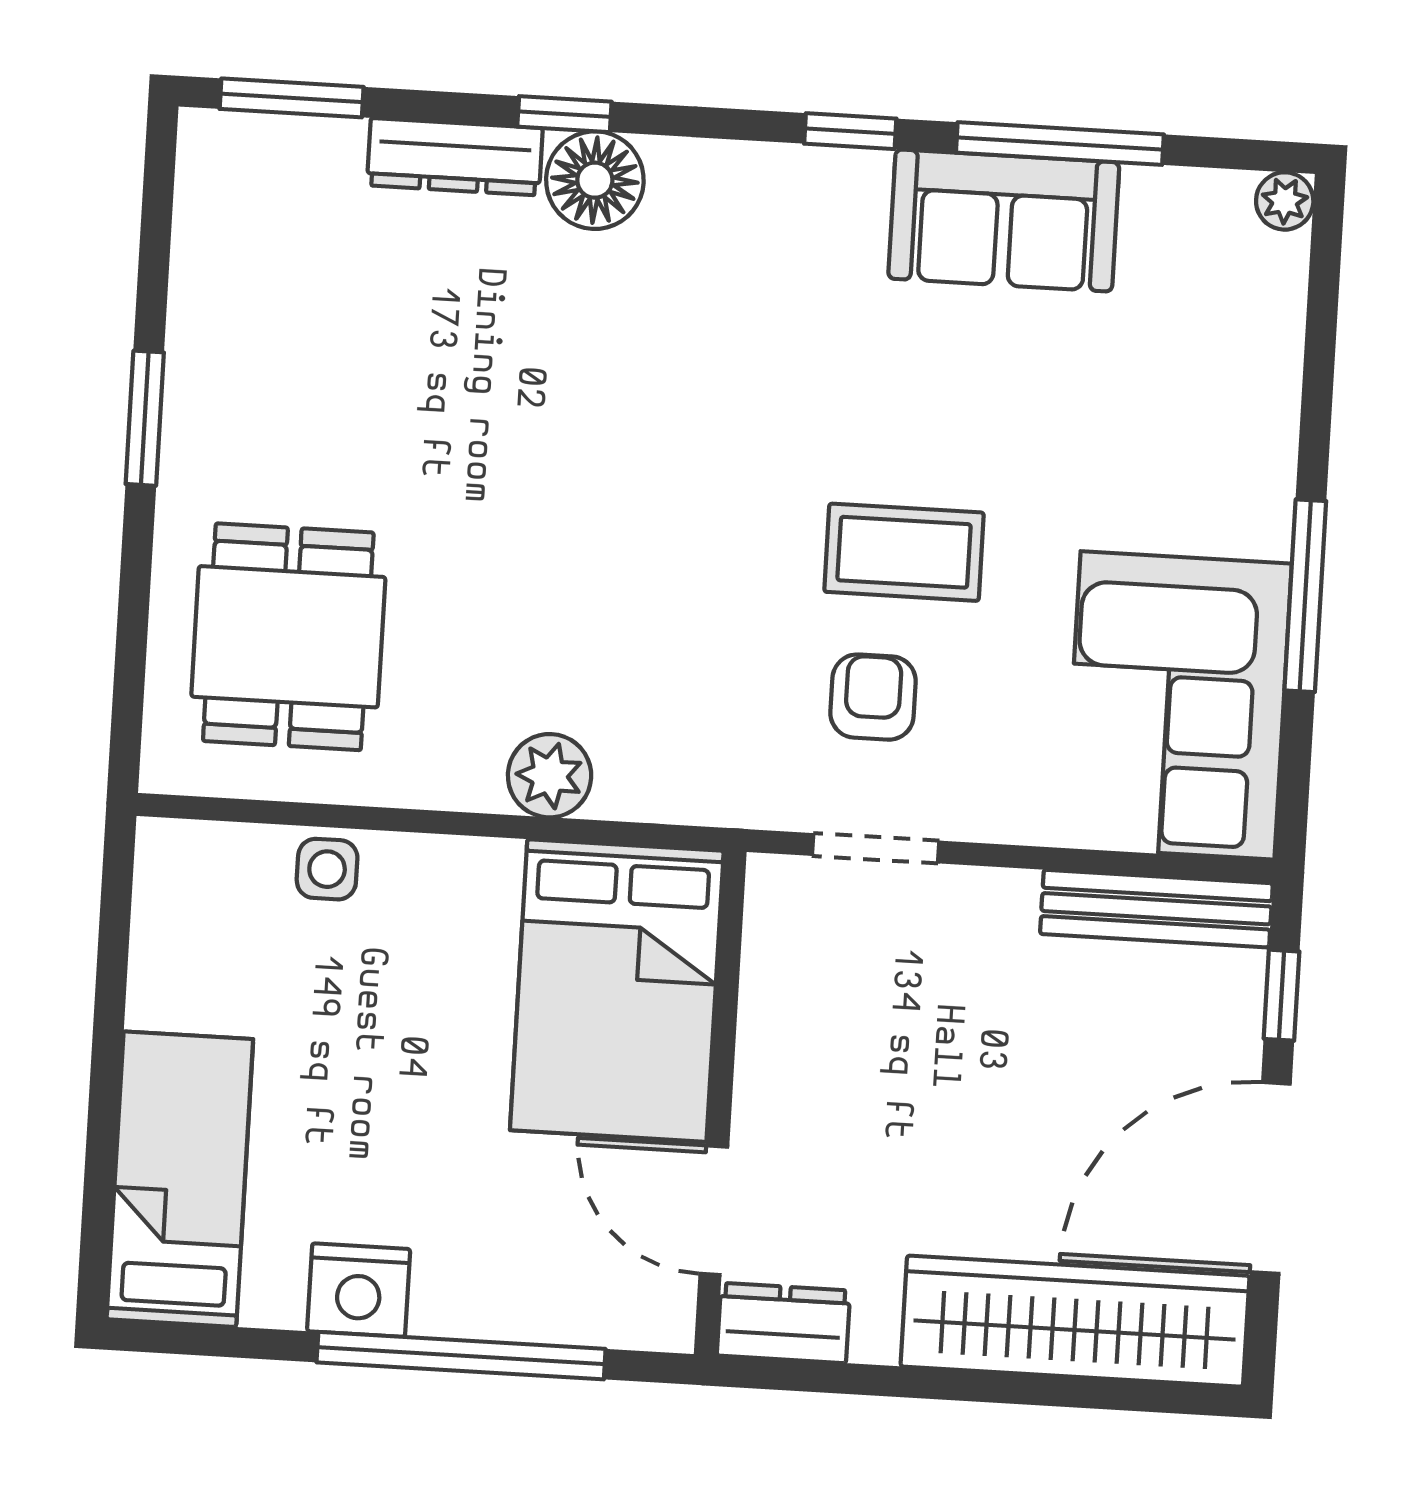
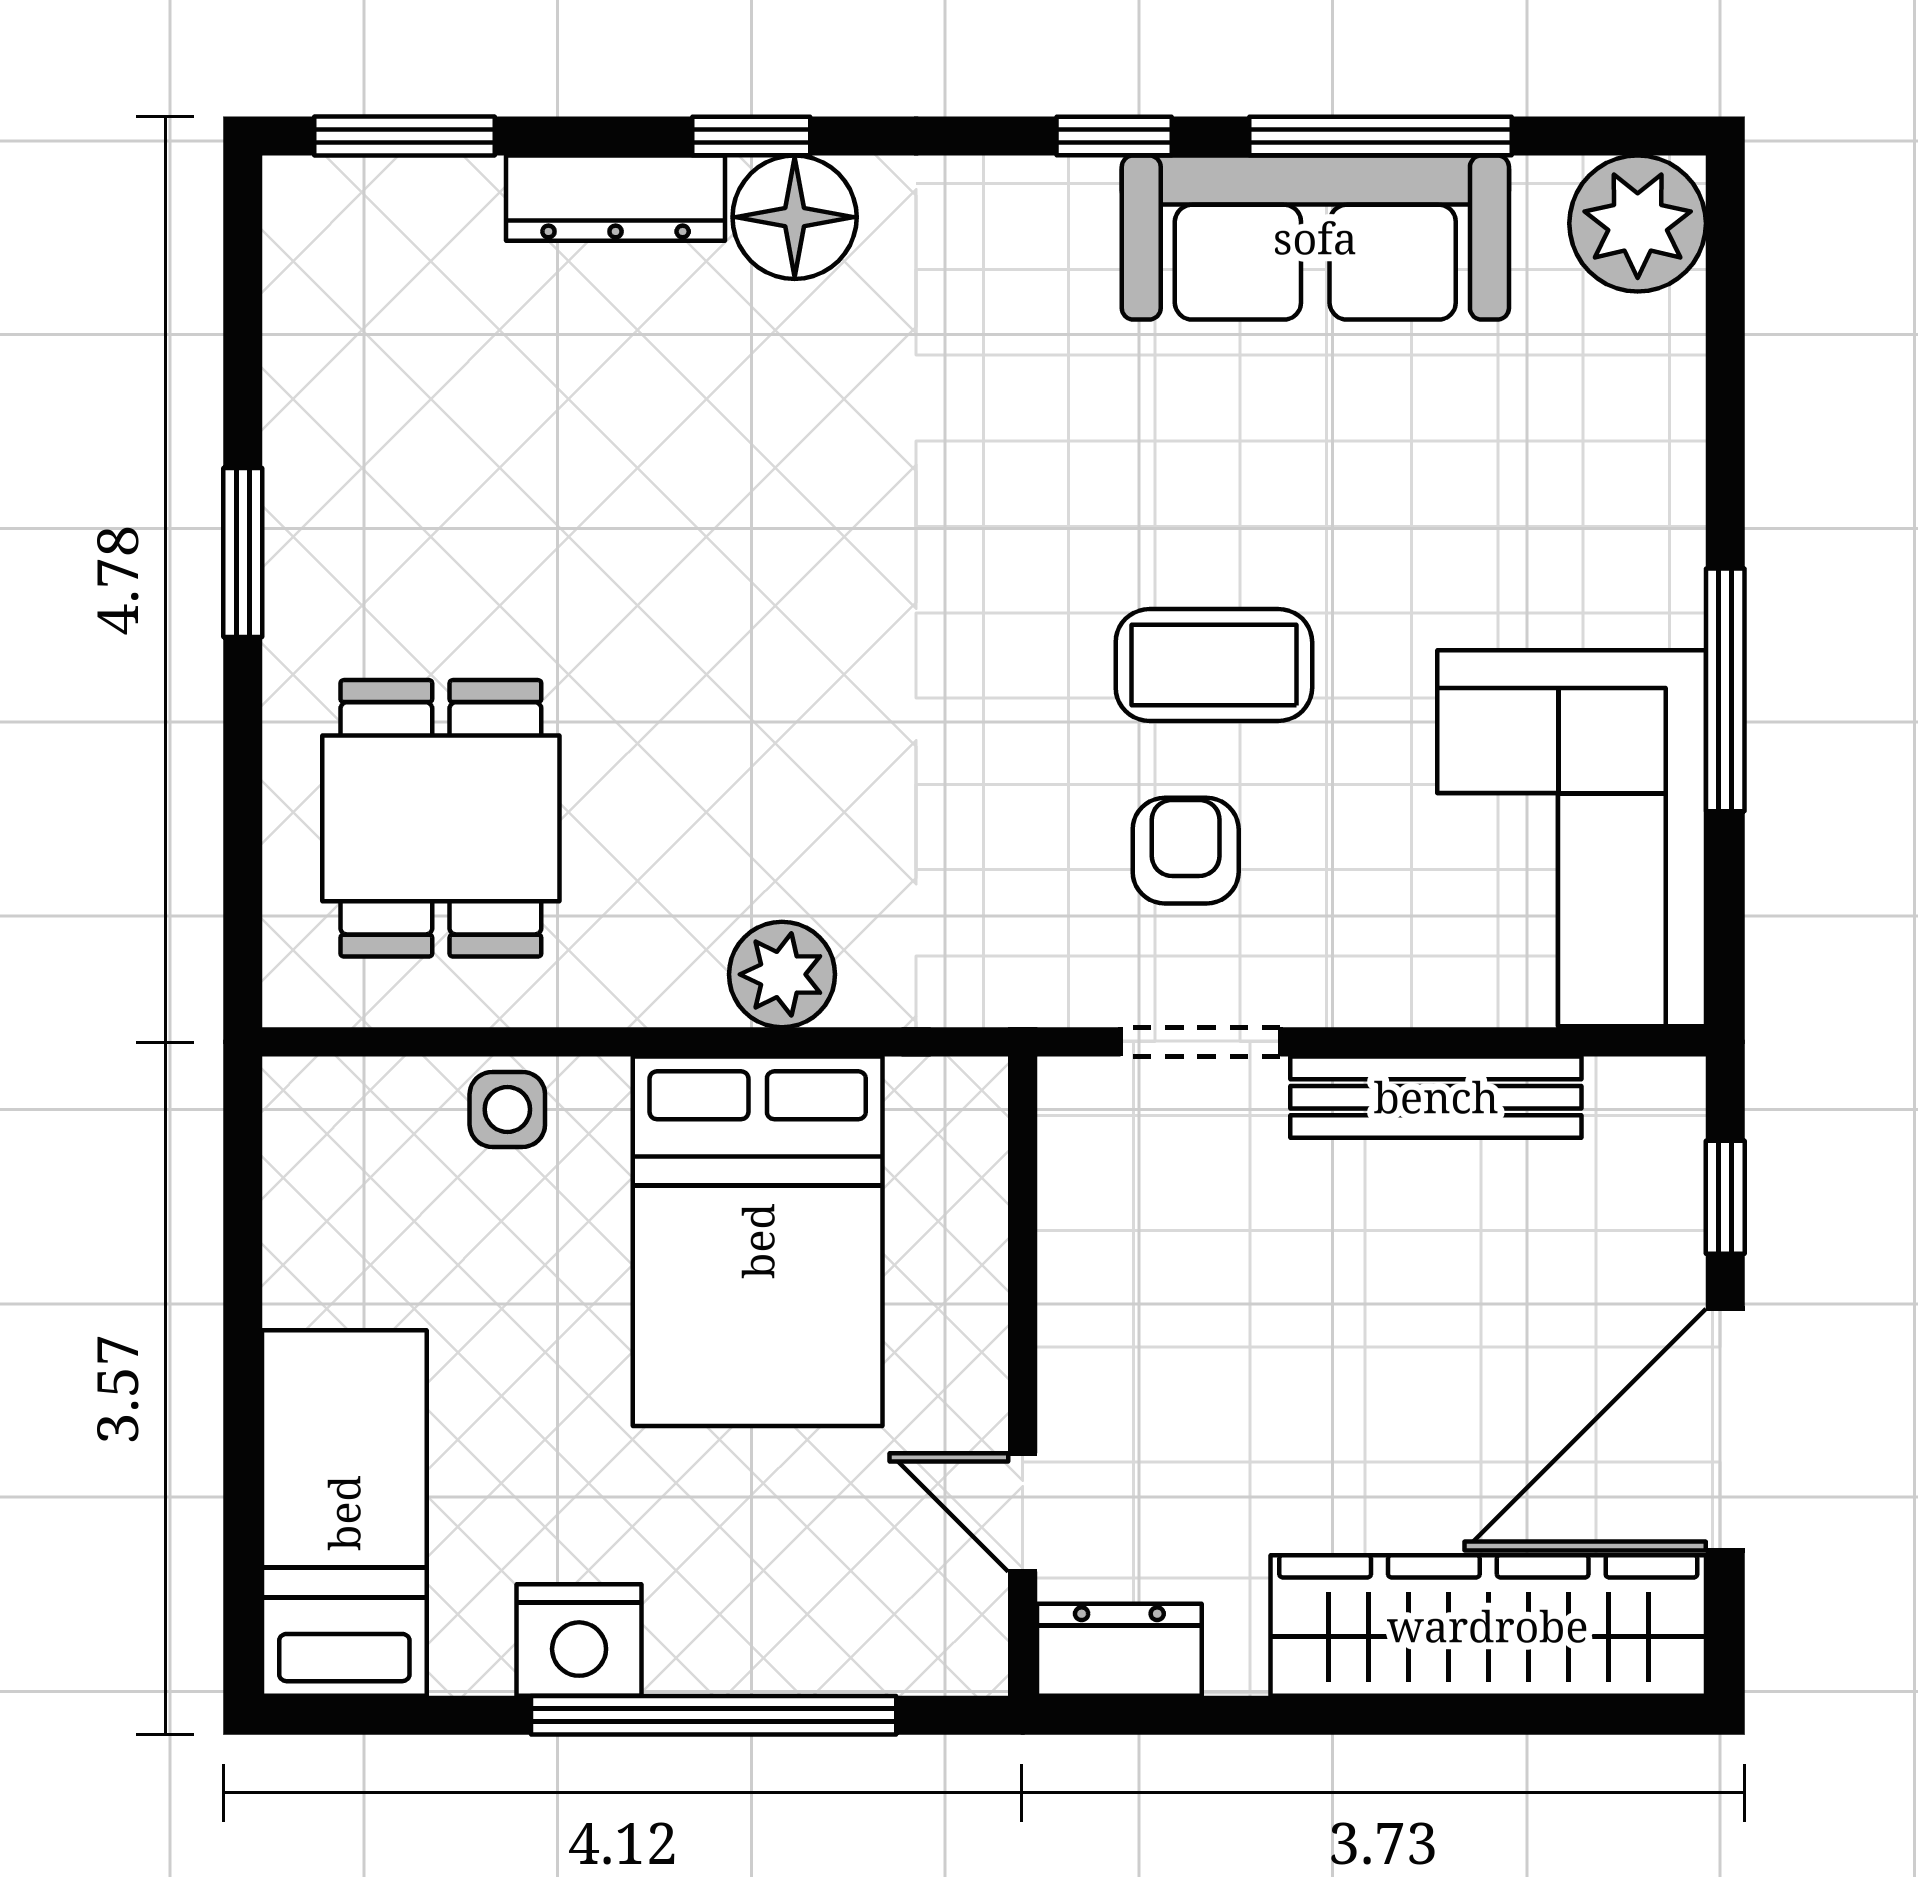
plant: (1285, 201) -> (1638, 223), width x1.88, depth x1.88
sofa: (1004, 220) -> (1315, 238), width x1.36
bench: (1156, 909) -> (1436, 1097), moved
bed: (617, 990) -> (758, 1241), moved
door: (714, 1210) -> (1023, 1512), width x0.73

